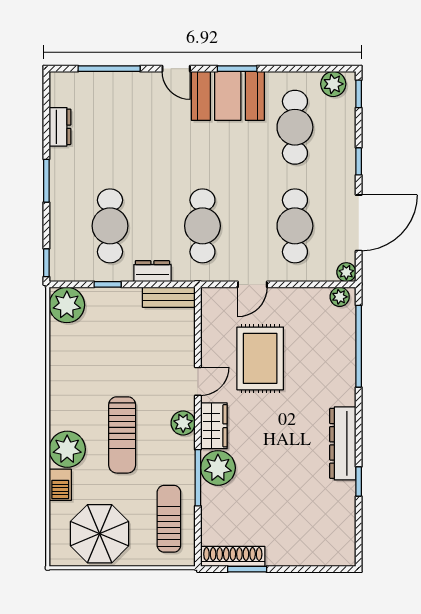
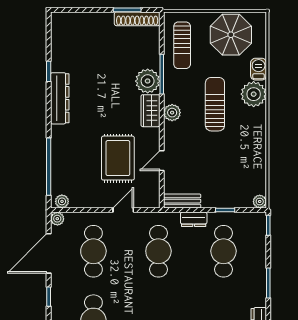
plant: (67, 305) -> (260, 201), width x0.53, depth x0.53
door: (198, 381) -> (162, 161), moved

